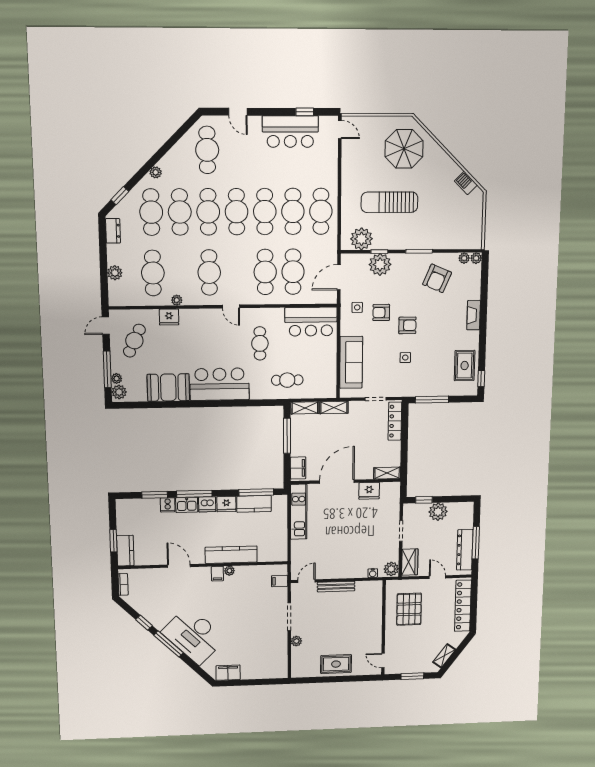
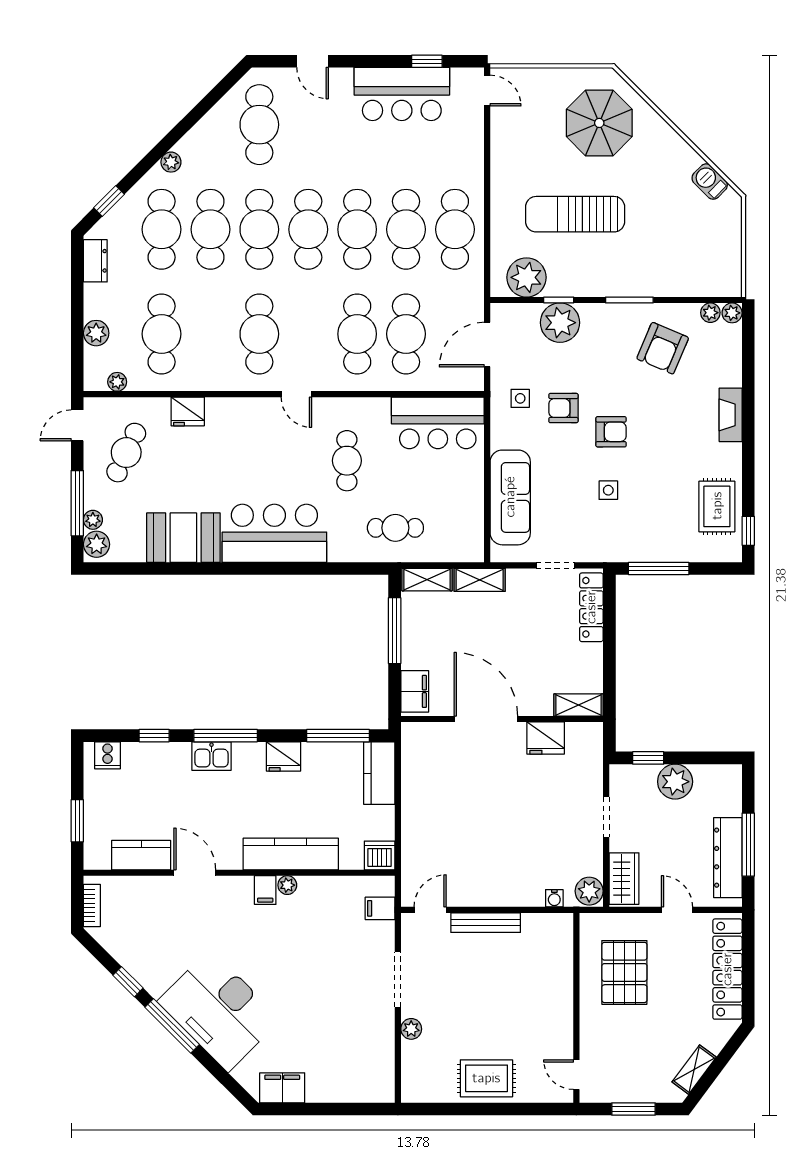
plant: (177, 300) -> (117, 382), moved
door: (337, 482) -> (486, 719), hinge flipped
window: (155, 495) -> (154, 736), width x0.67
dishwasher: (207, 504) -> (380, 855), moved, turned 180
kitchen counter: (254, 504) -> (379, 773), moved, turned 90
cooker: (168, 505) -> (107, 755), moved
kitchen unit: (299, 512) -> (416, 775), removed
kitchen counter: (125, 551) -> (141, 855), moved, turned -90

